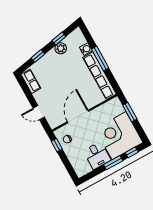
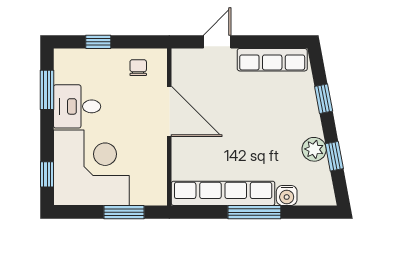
row of seats: (31, 81) -> (272, 60), width x1.48
window: (57, 145) -> (98, 42), moved
window: (113, 163) -> (47, 90), moved

